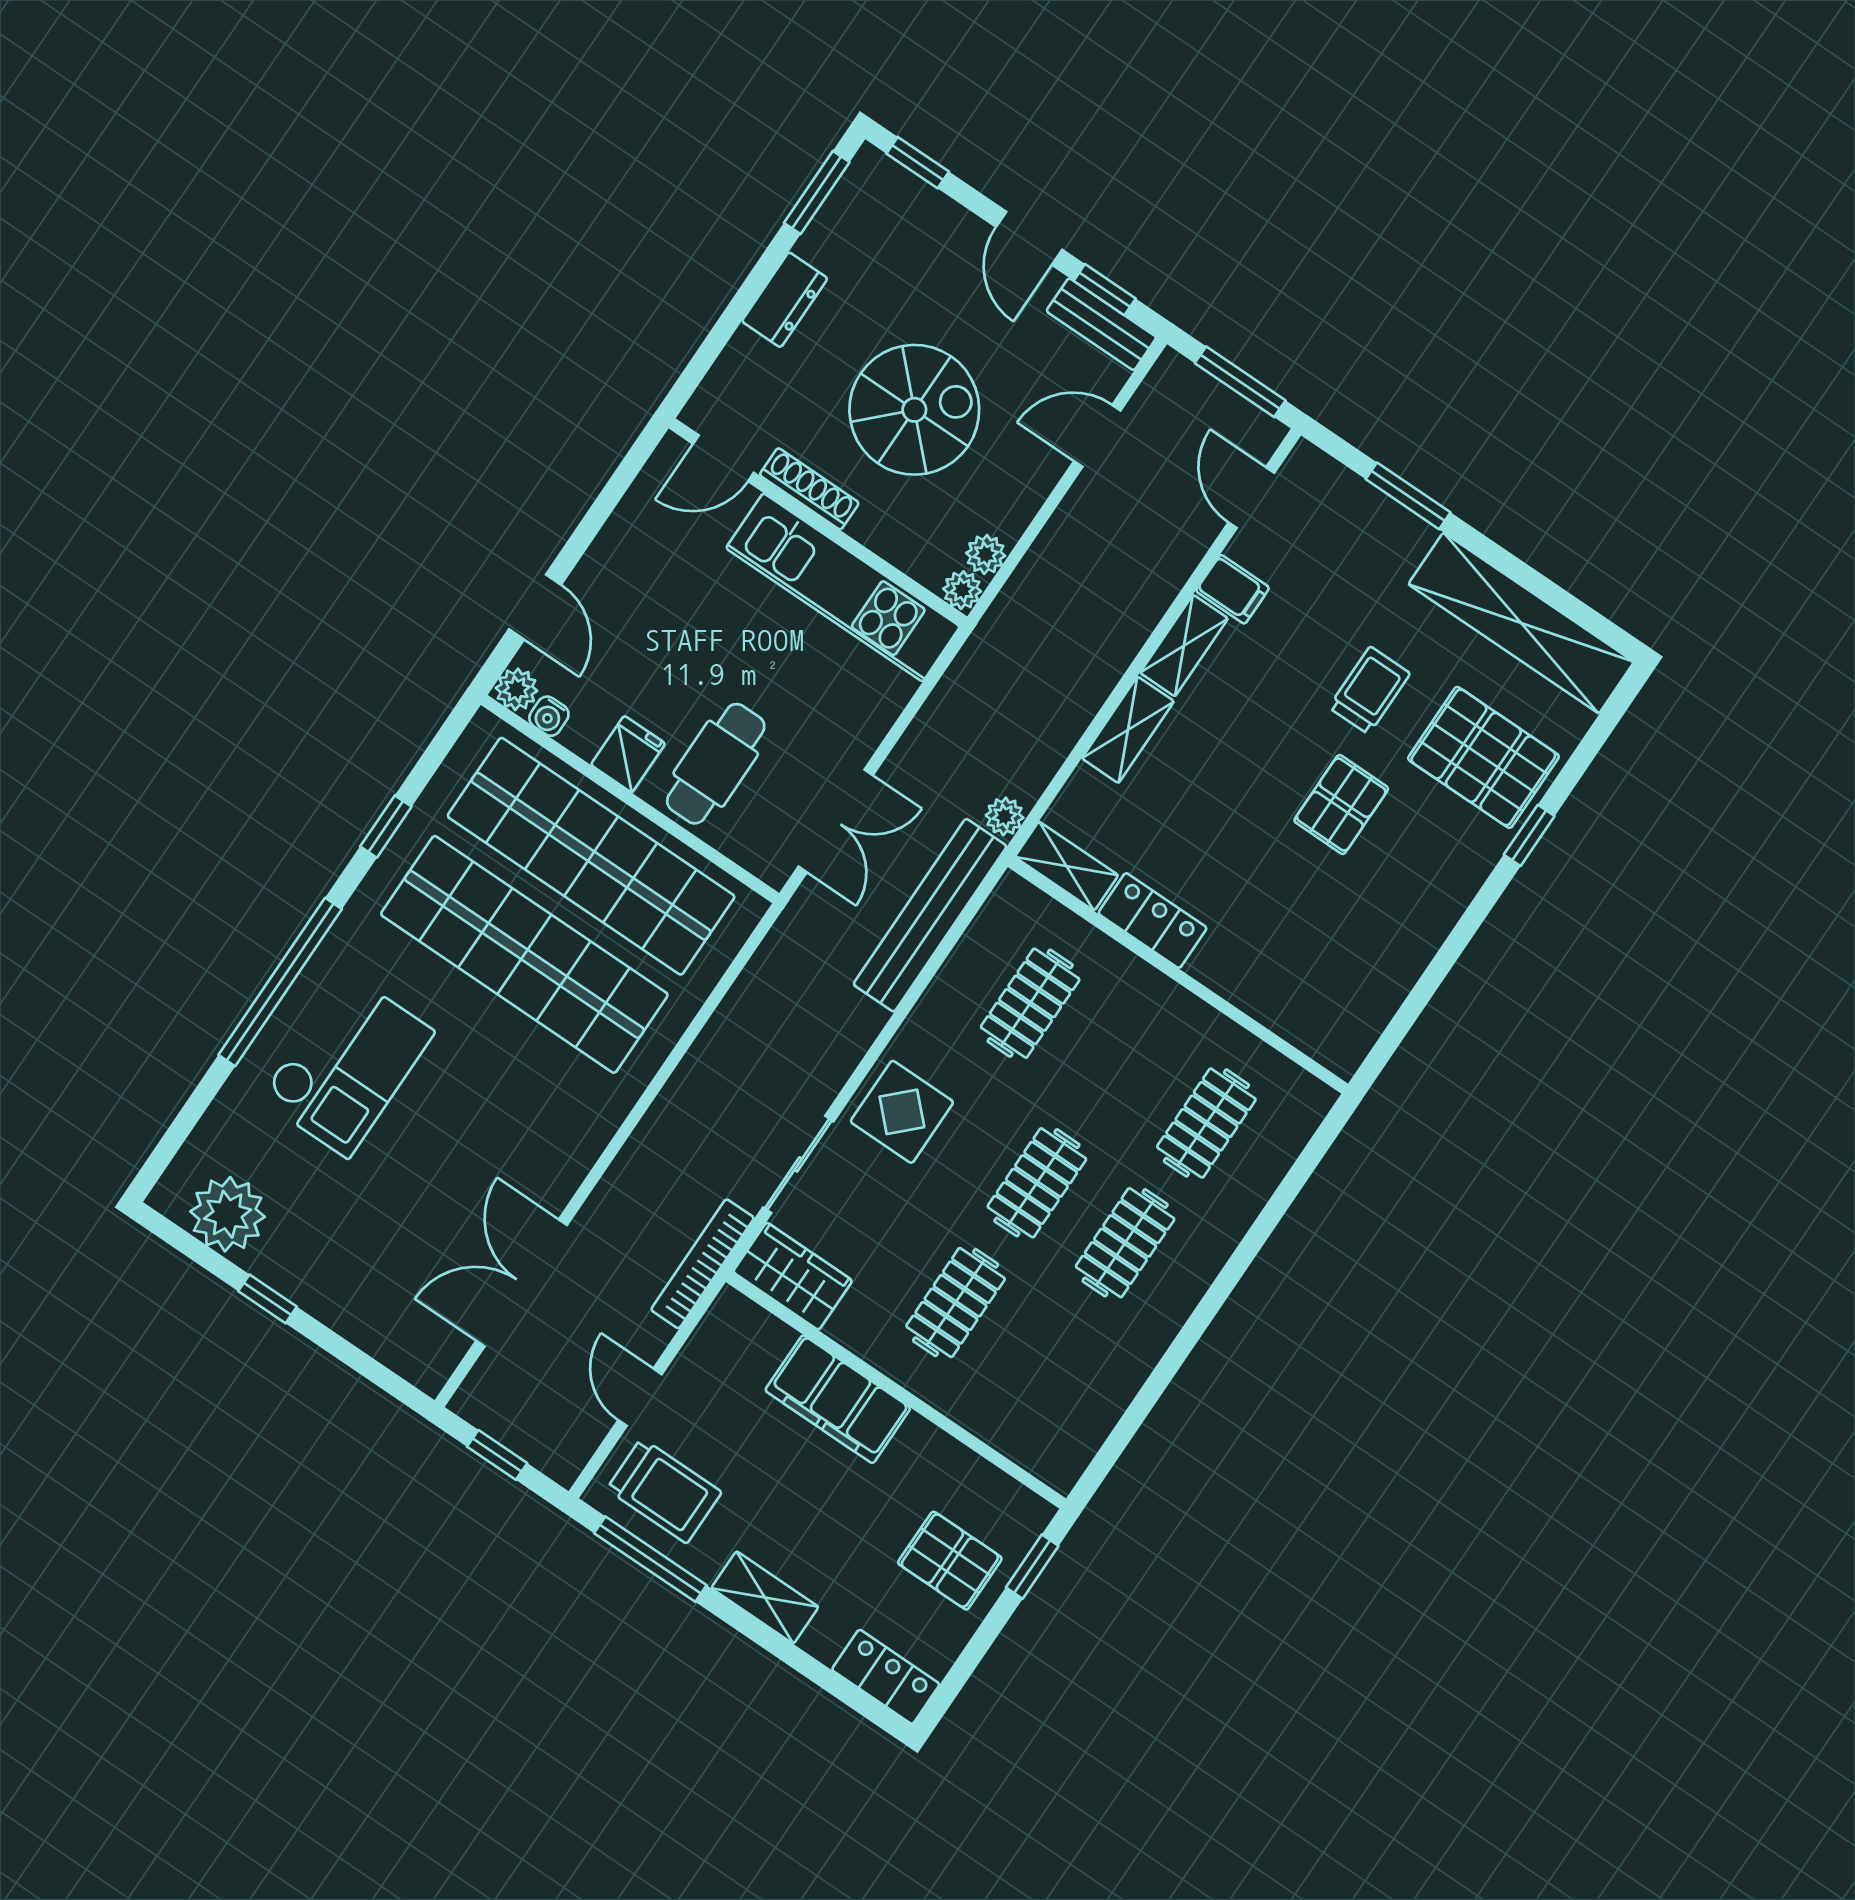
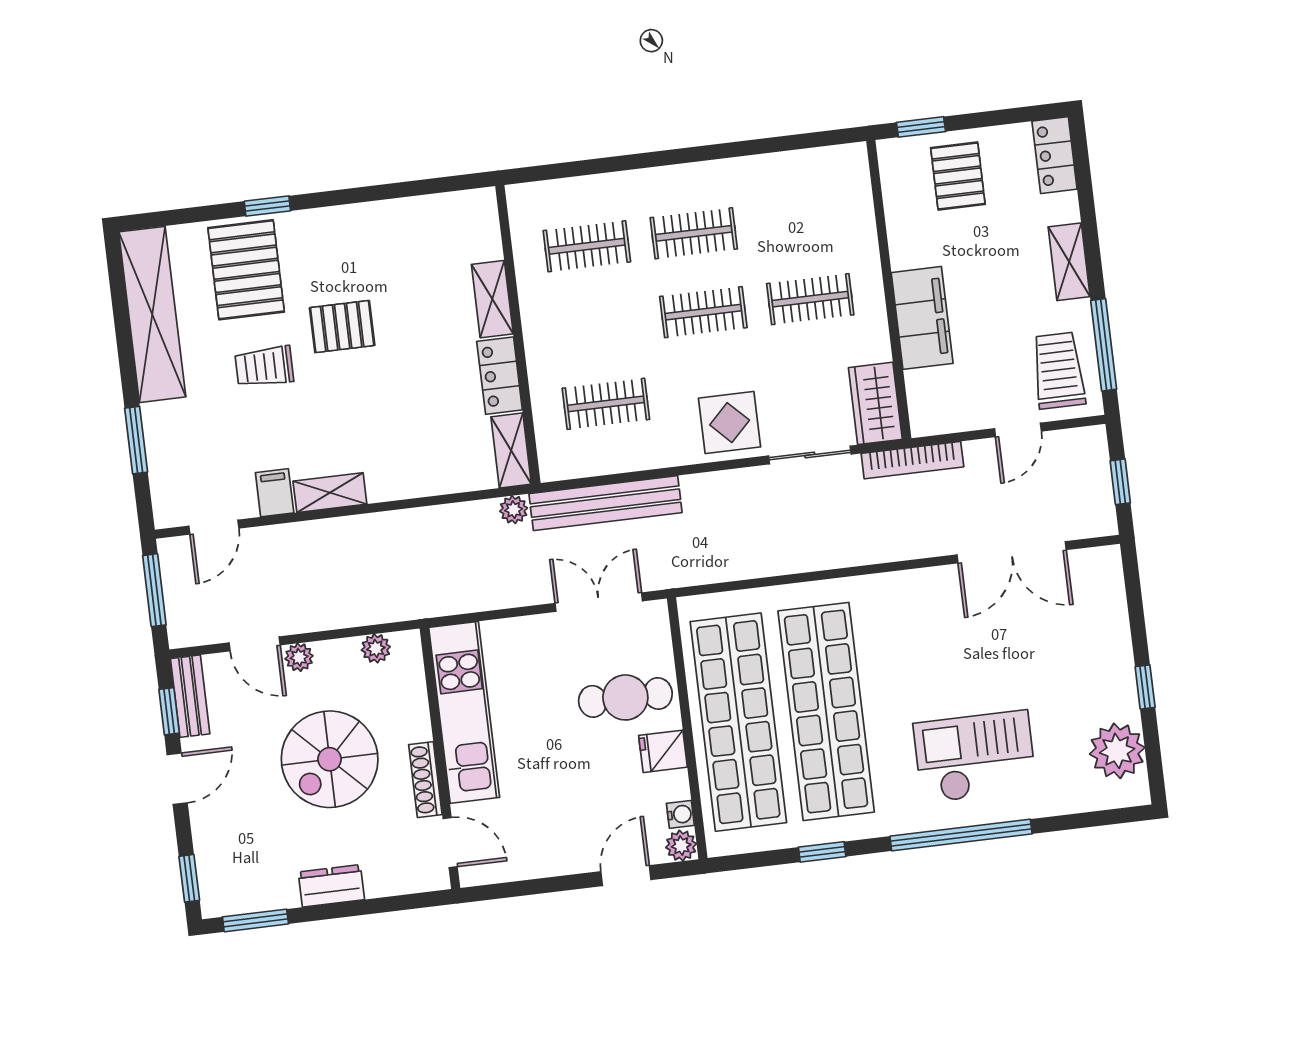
spiral stairs: (914, 410) -> (330, 759), turned -90
plant: (962, 590) -> (299, 657), moved
shelving: (1128, 730) -> (492, 299), moved, turned 90

